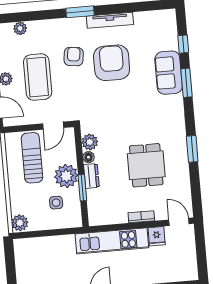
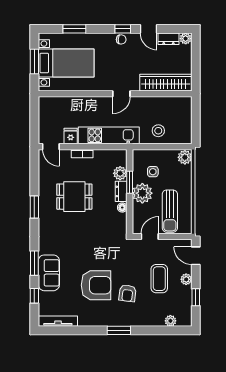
tv unit: (110, 20) -> (58, 321), moved
armchair: (112, 63) -> (96, 285), turned -90
coffee table: (38, 77) -> (159, 279), width x0.73, depth x0.76
plant: (90, 142) -> (120, 173), moved
dining table: (146, 165) -> (74, 197), turned 90
stool: (54, 251) -> (158, 131), added

